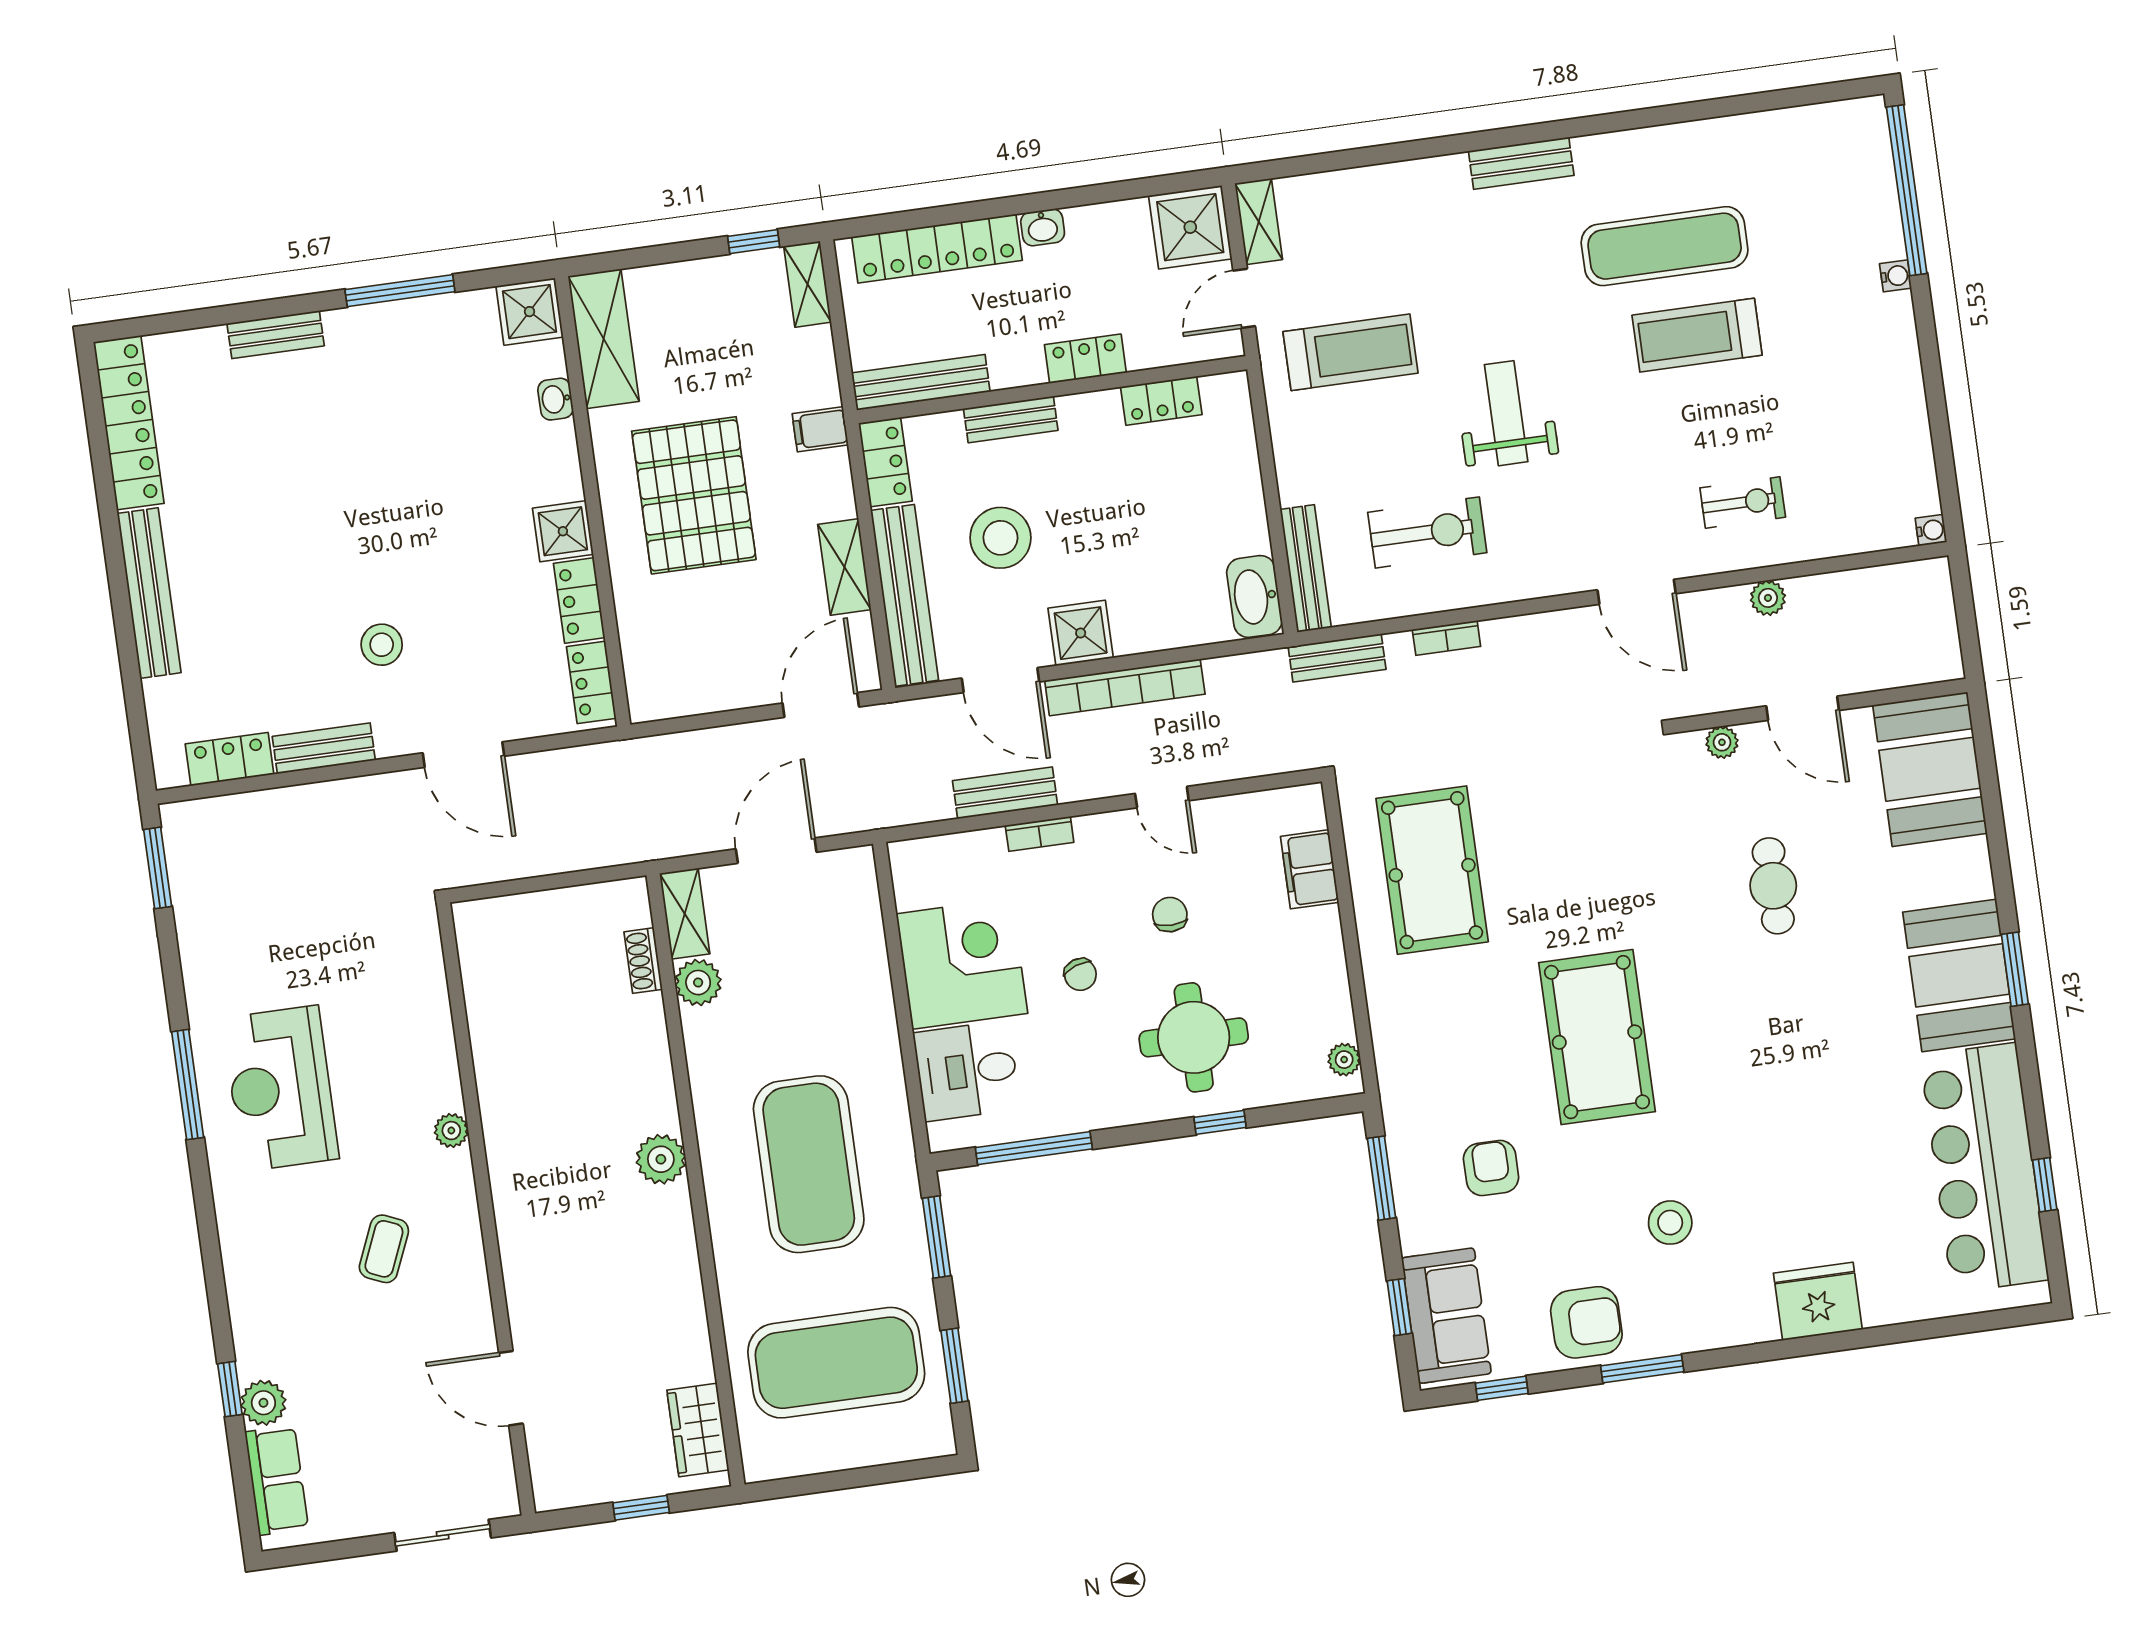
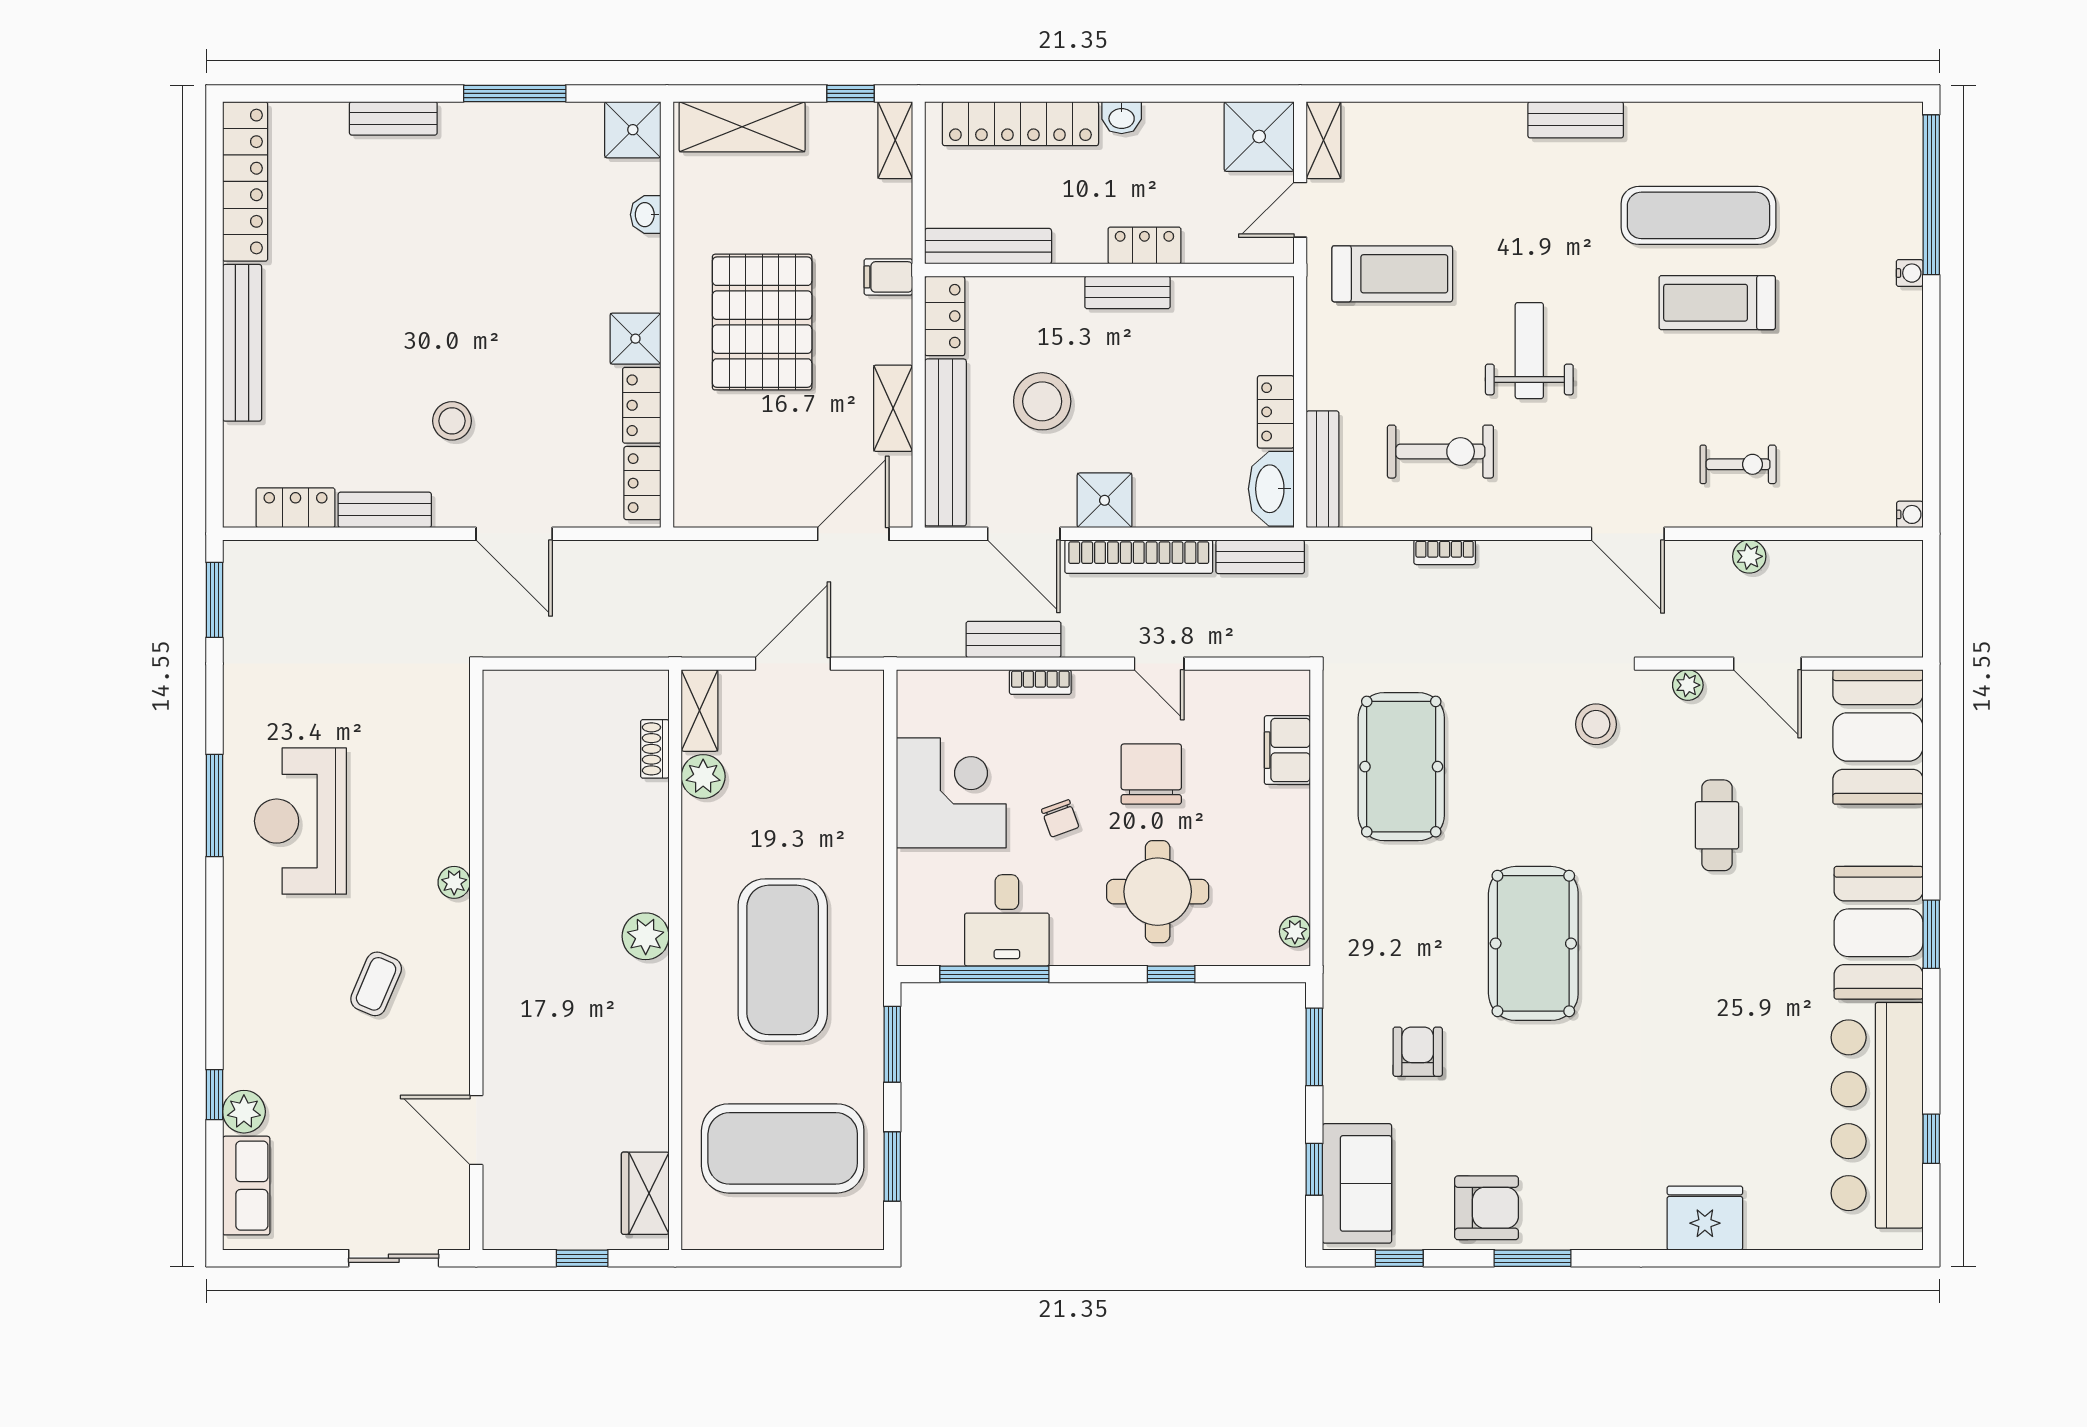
shelving: (604, 339) -> (742, 127), moved, turned 90
locker: (1161, 401) -> (1276, 412), moved, turned 90
bench: (1011, 419) -> (1127, 292), moved
bench: (1337, 658) -> (1260, 557), moved
chair: (1170, 915) -> (1151, 774), width x1.87, depth x1.87
desk: (967, 1071) -> (1007, 920), moved, turned -90
stool: (1670, 1223) -> (1596, 724), moved

